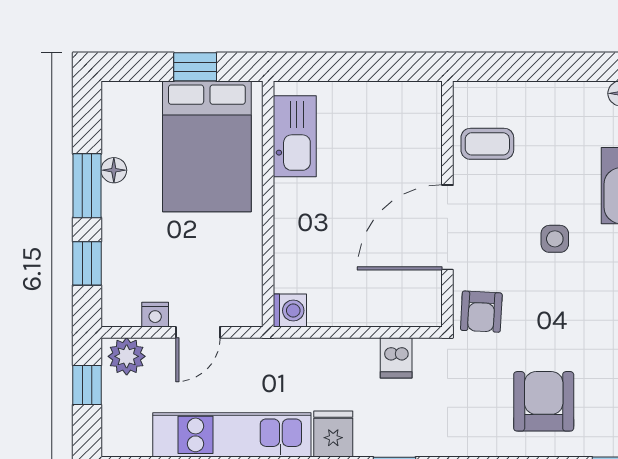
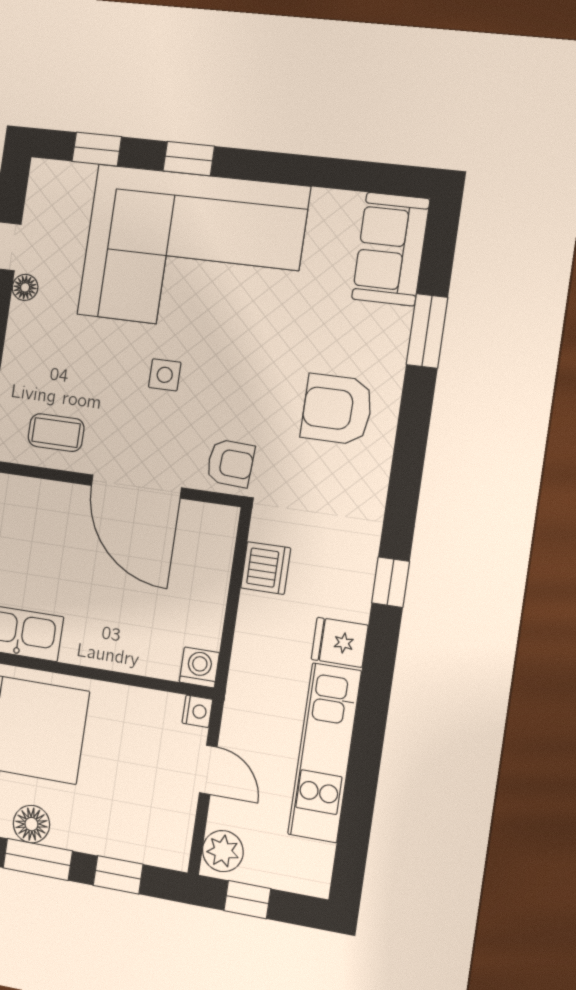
coffee table: (487, 144) -> (56, 433), turned 90
floor lamp: (114, 170) -> (31, 824), width x1.37, depth x1.37
nightstand: (155, 315) -> (197, 711), moved
dishwasher: (396, 358) -> (266, 568), width x1.38

